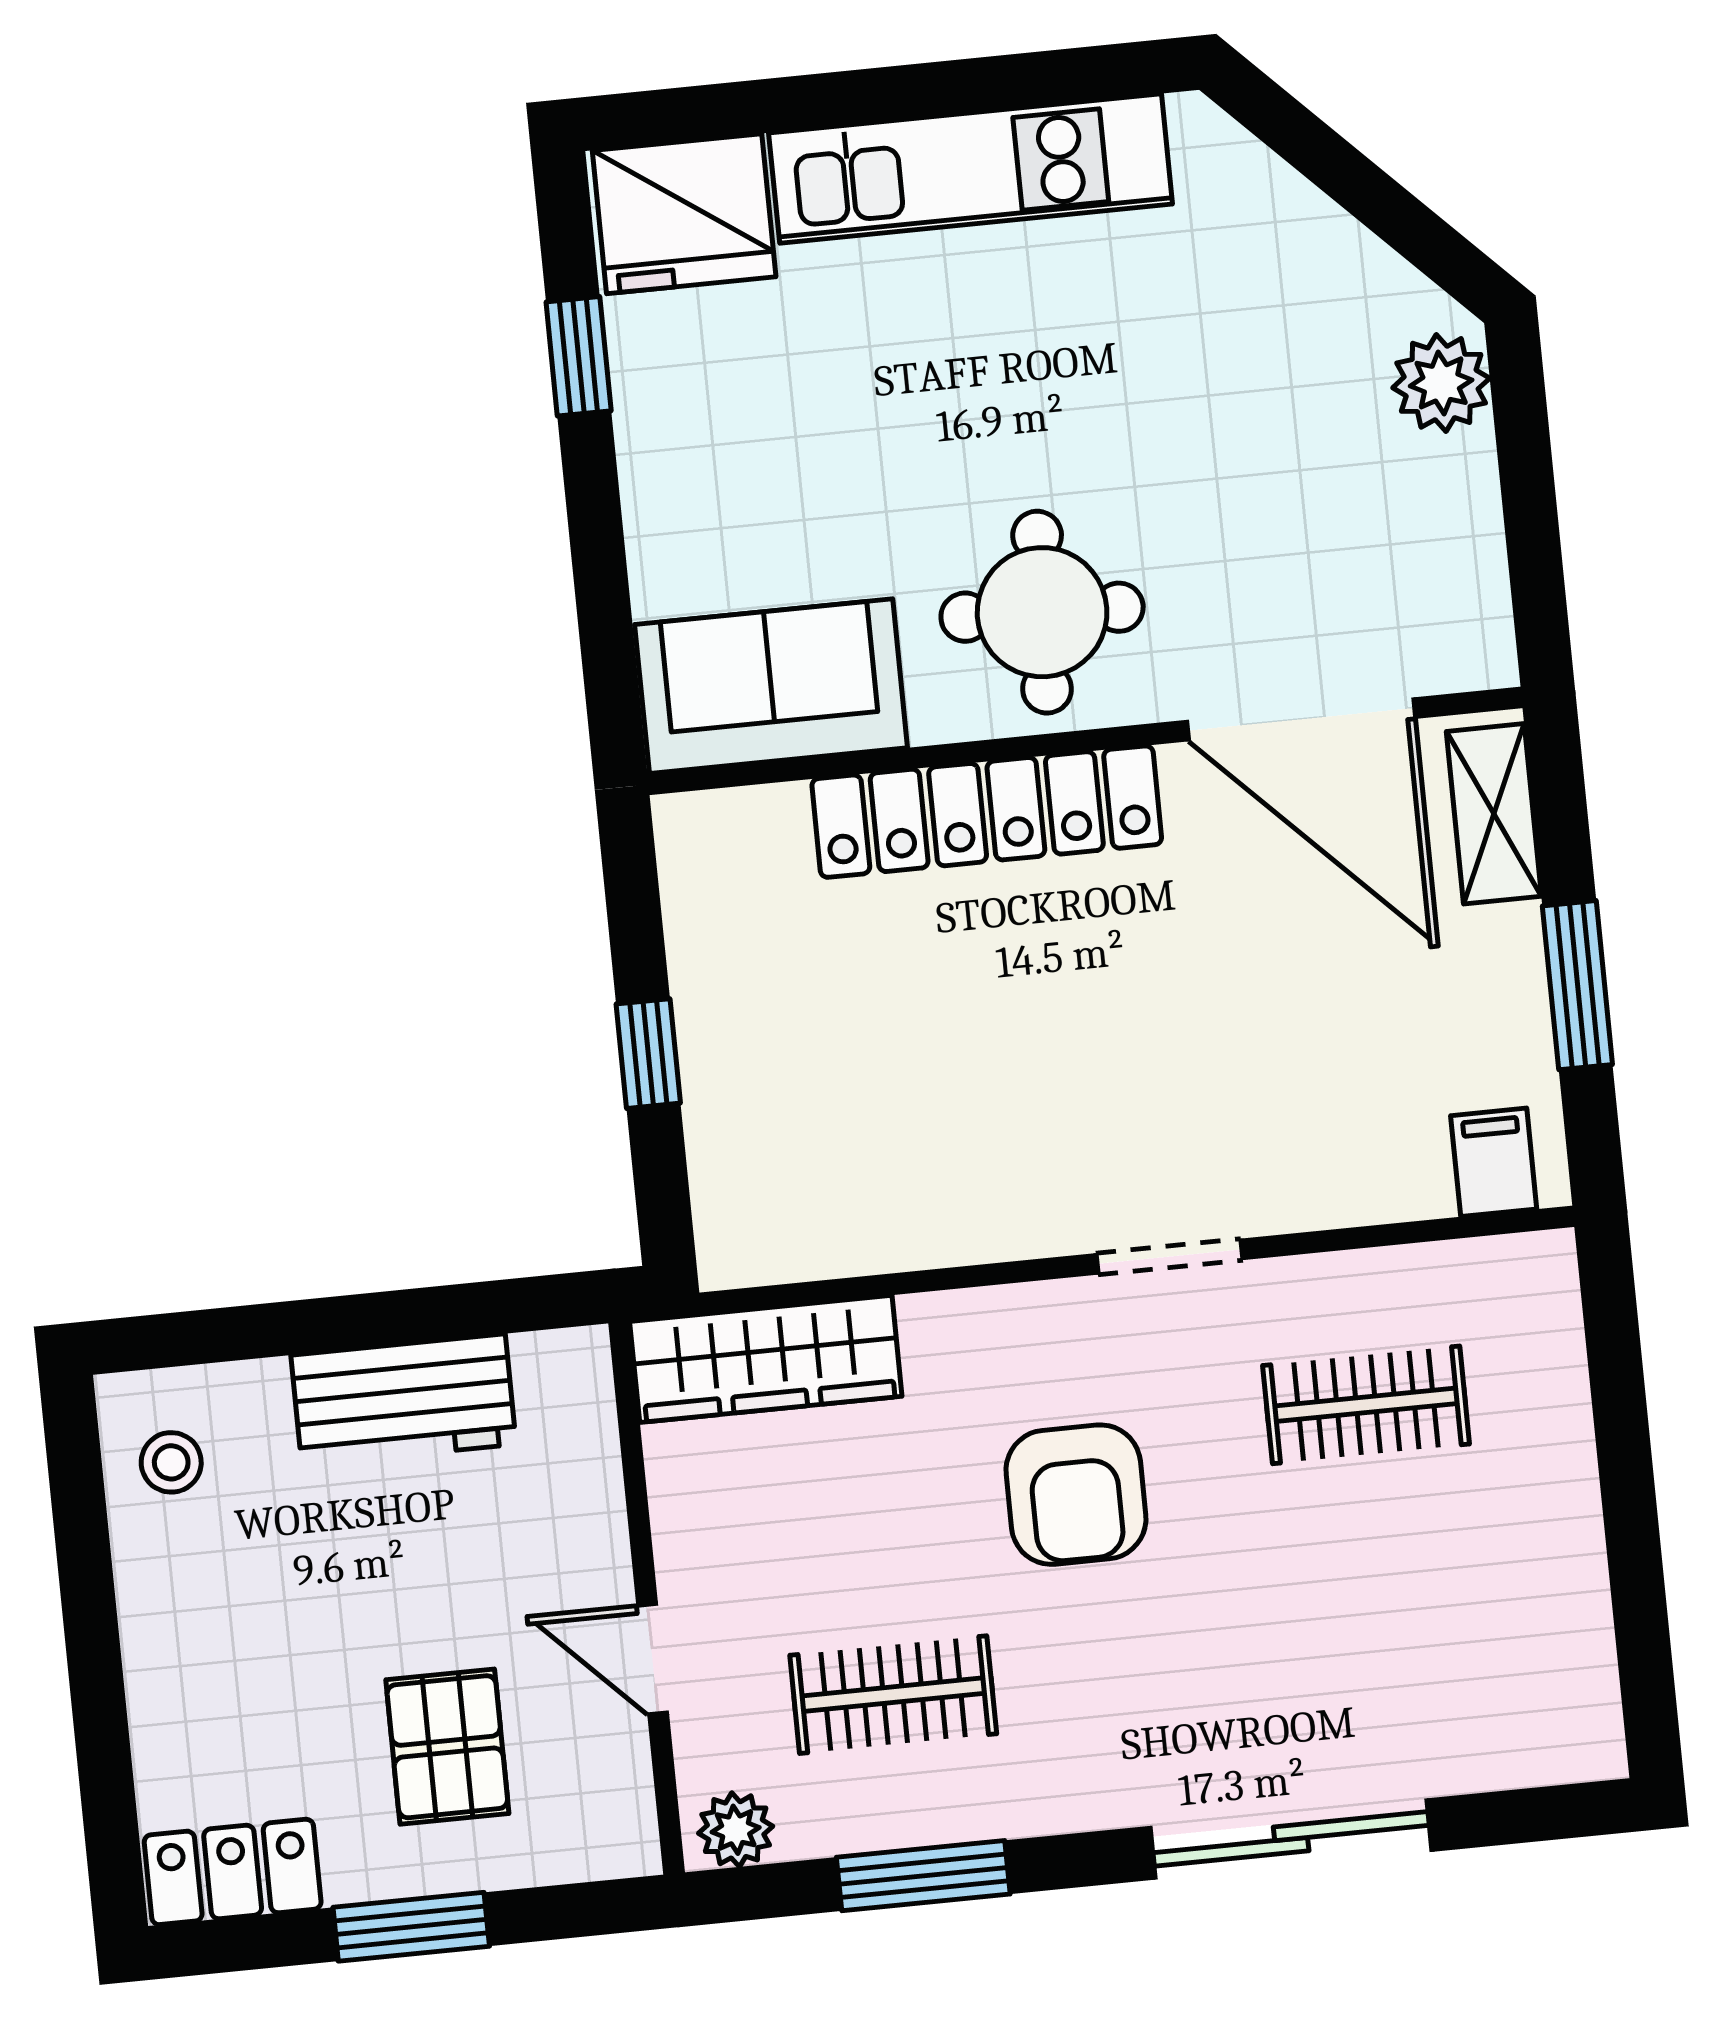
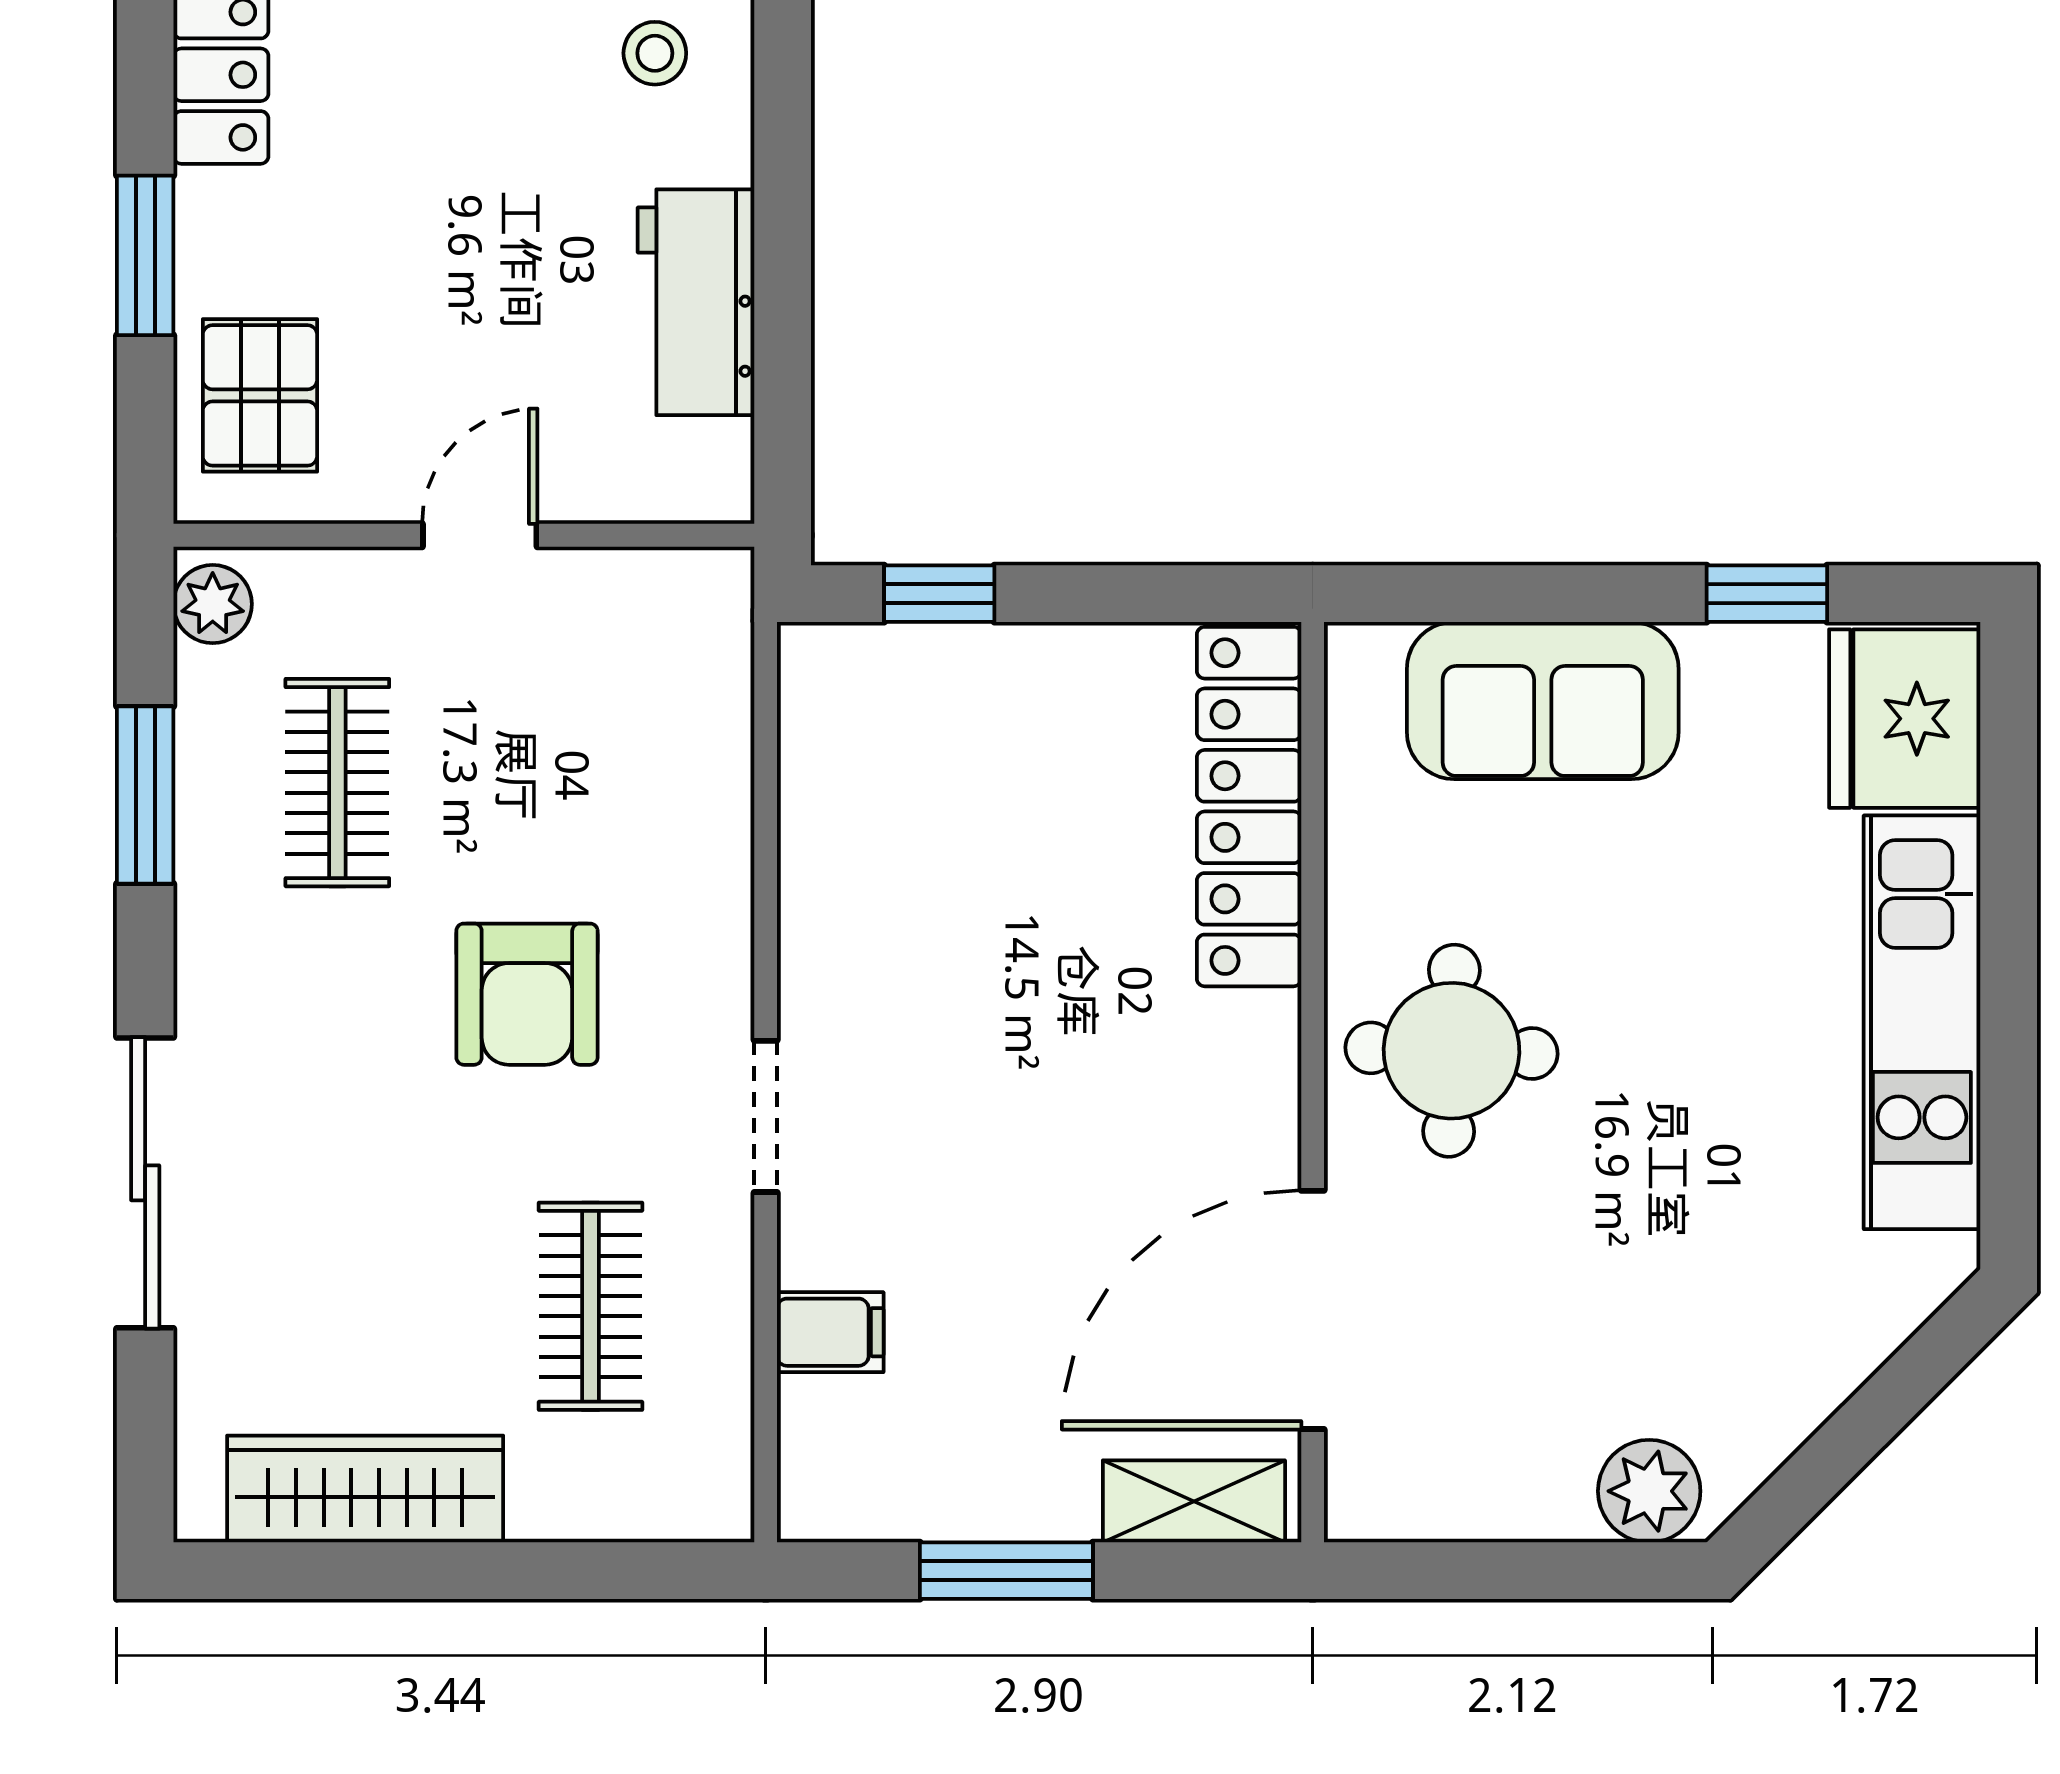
sofa: (771, 686) -> (1543, 701), moved, turned 90
locker: (987, 812) -> (1249, 807), moved
window: (648, 1054) -> (939, 594), moved
filing cabinet: (1494, 1162) -> (830, 1332), moved
wardrobe: (766, 1359) -> (365, 1489), moved, turned 90
armchair: (1076, 1495) -> (527, 994), turned -90
door: (653, 1659) -> (480, 535), moved
pallet: (447, 1747) -> (260, 395), moved, turned 90

